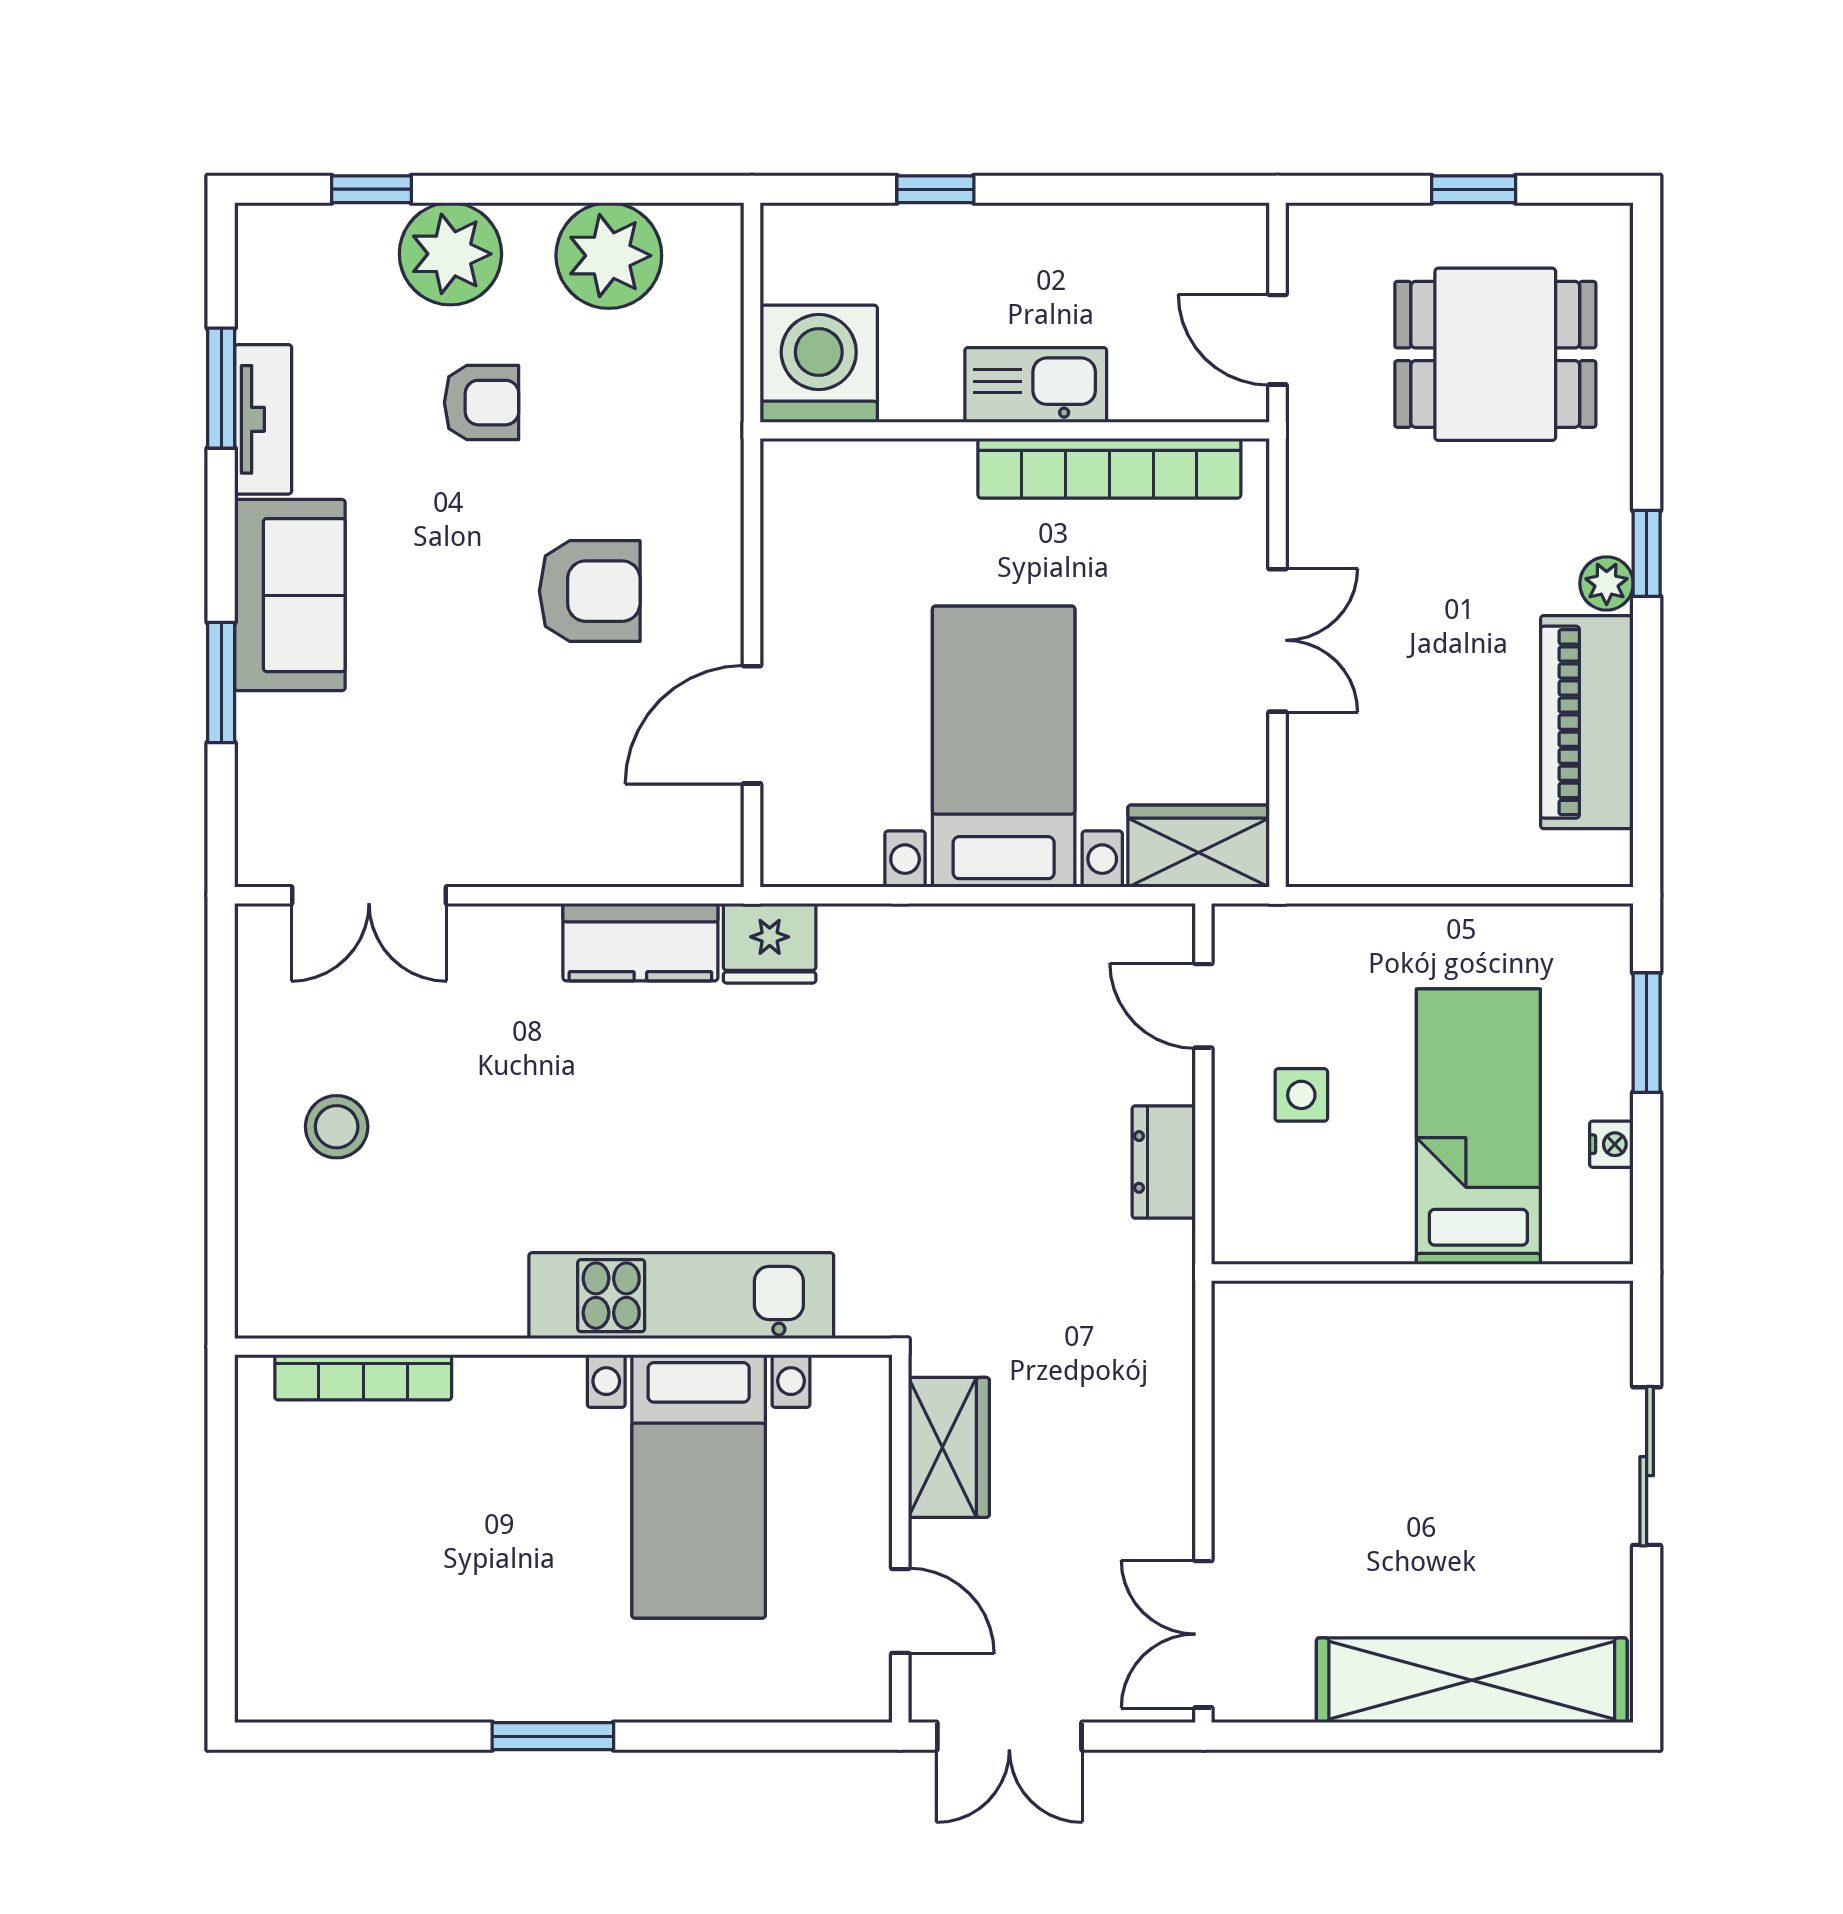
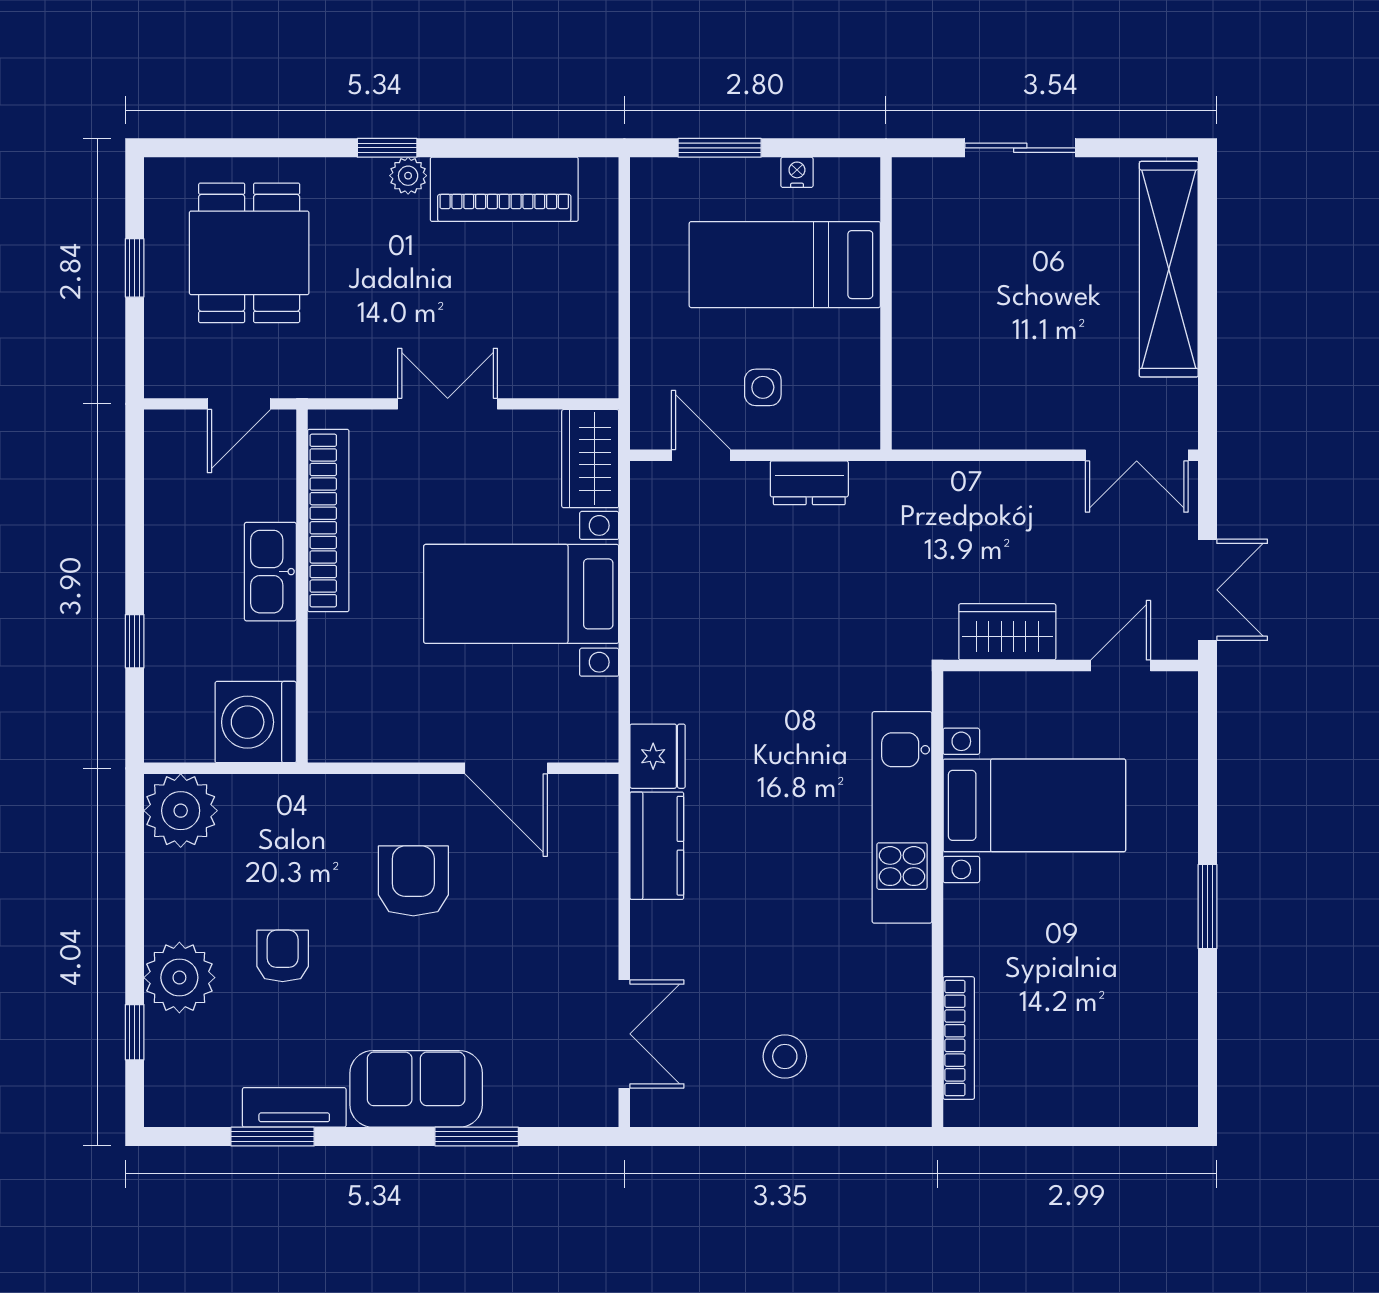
plant: (609, 256) -> (181, 811), moved
door: (1203, 1006) -> (701, 455), swing flipped

